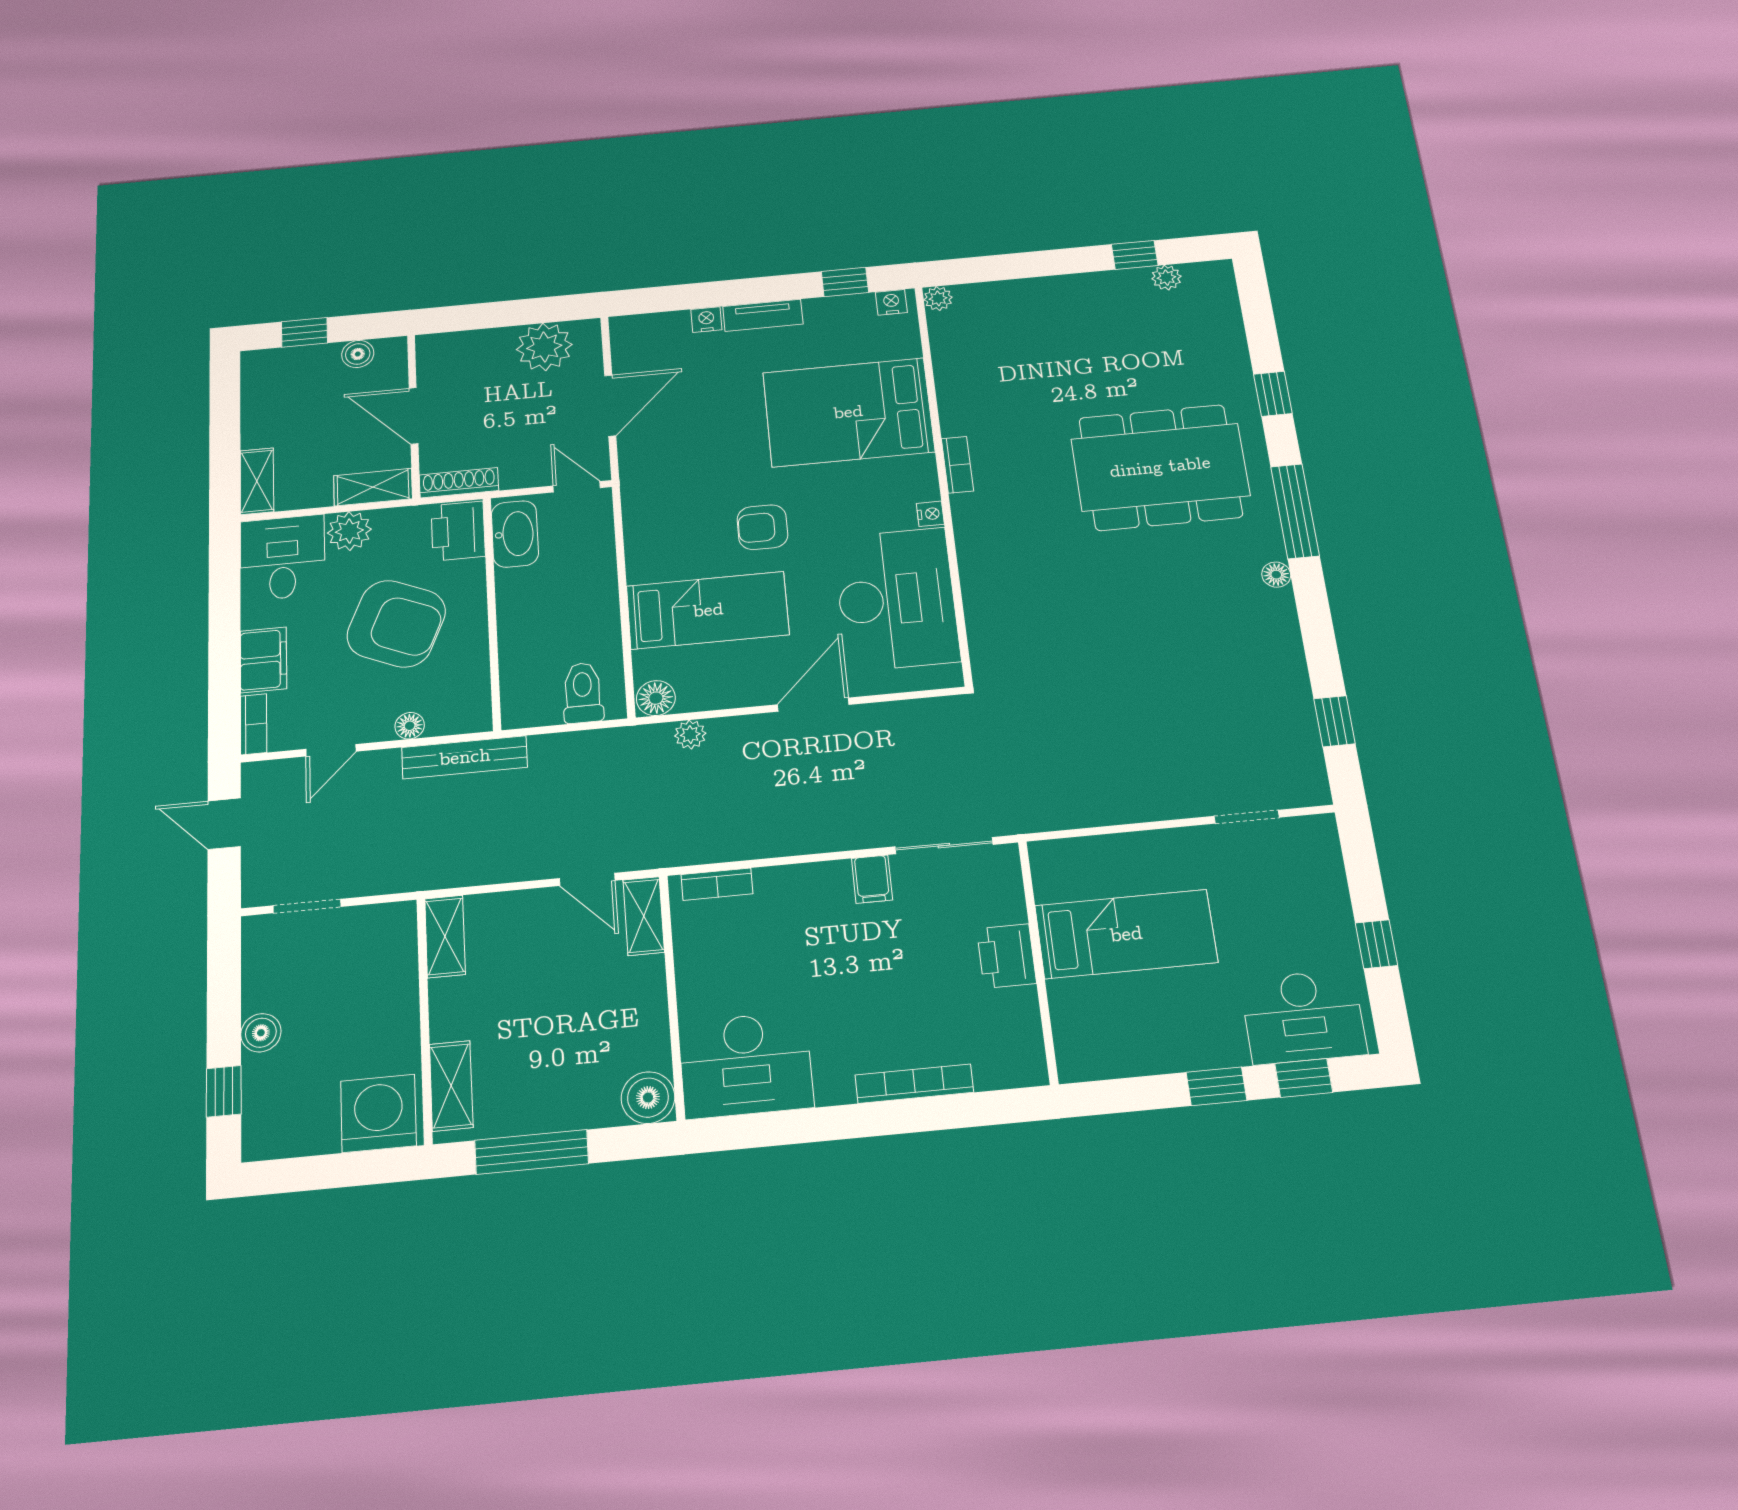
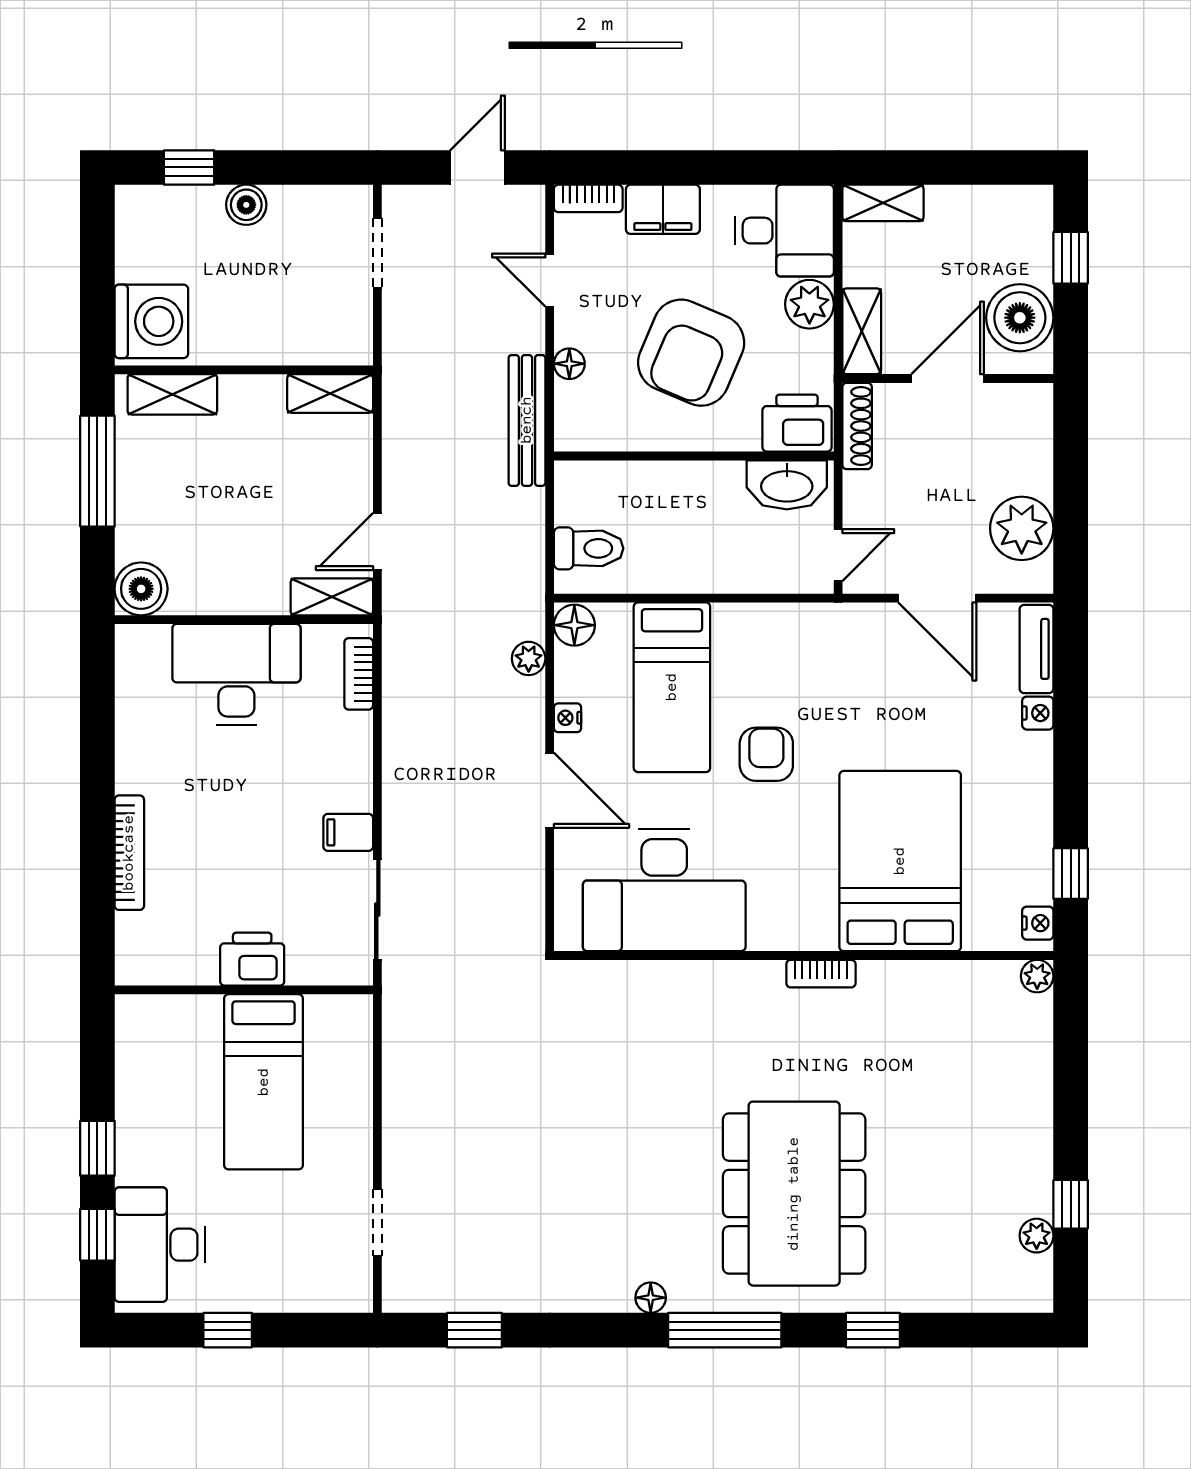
tv unit: (763, 315) -> (1037, 649), moved
boiler: (358, 354) -> (1020, 318), width x1.86, depth x1.86
nightstand: (930, 514) -> (568, 718), moved, turned 90
desk: (746, 1065) -> (236, 674), moved, turned 90

